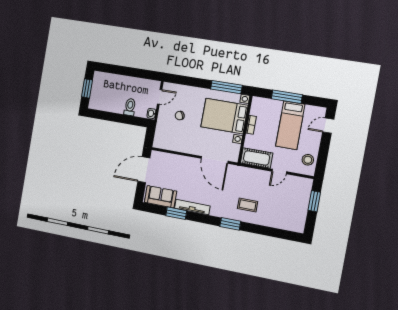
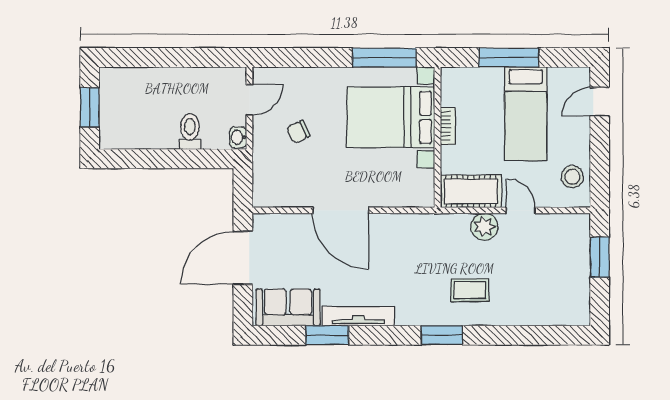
door: (214, 160) -> (341, 210), moved
door: (279, 171) -> (521, 210), swing flipped
plant: (260, 176) -> (484, 227), added

